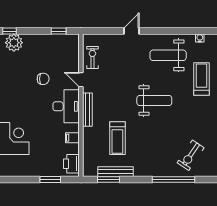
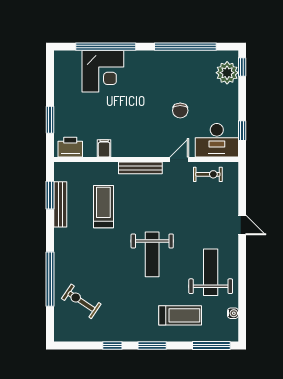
desk: (66, 106) -> (217, 140), moved
treadmill: (117, 138) -> (103, 207), turned 90

